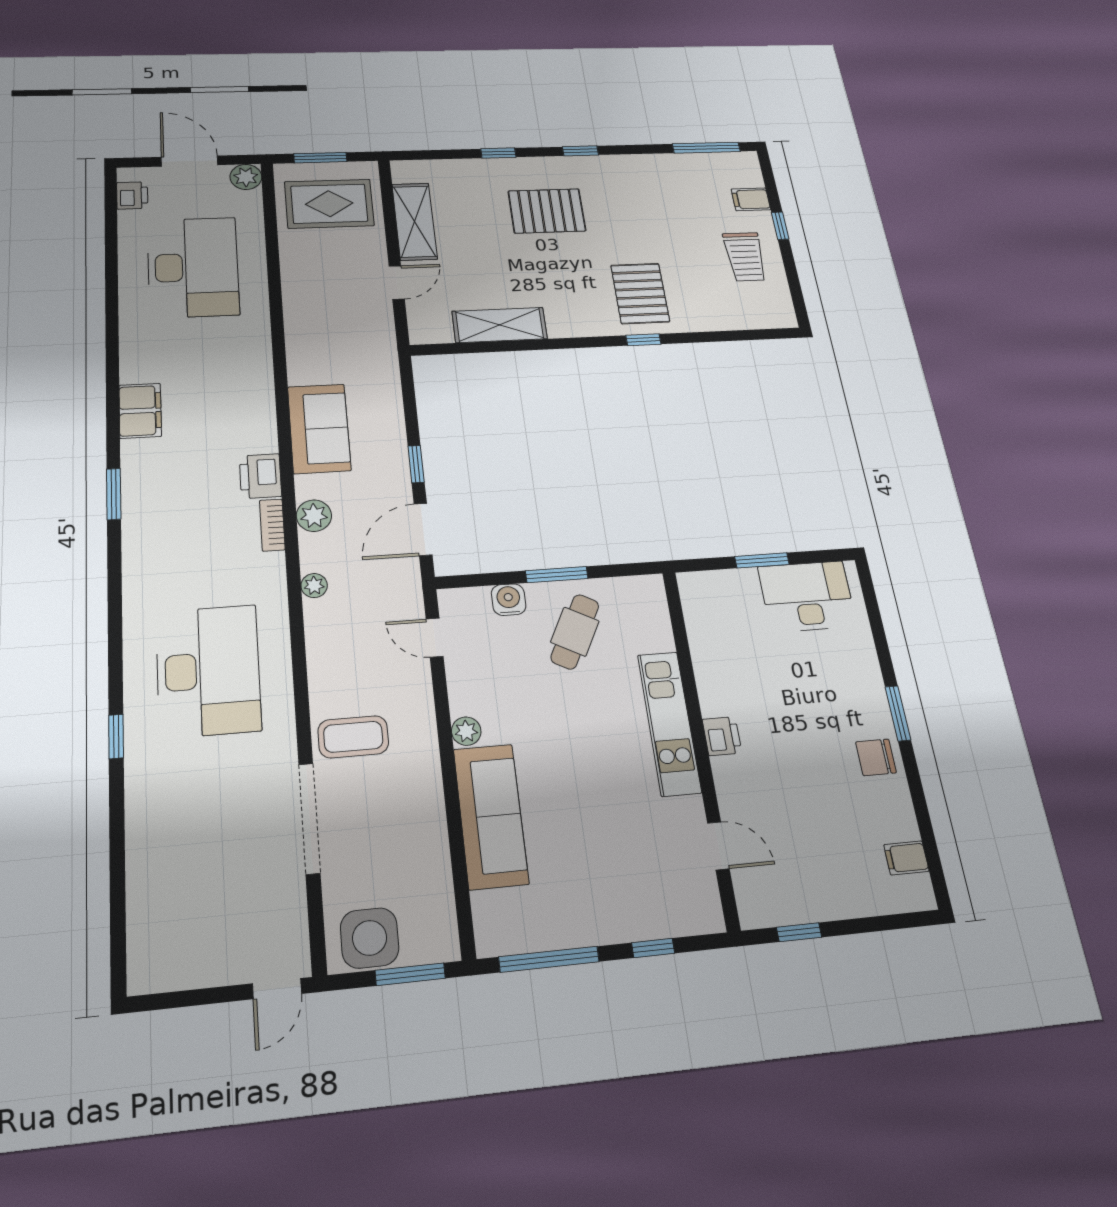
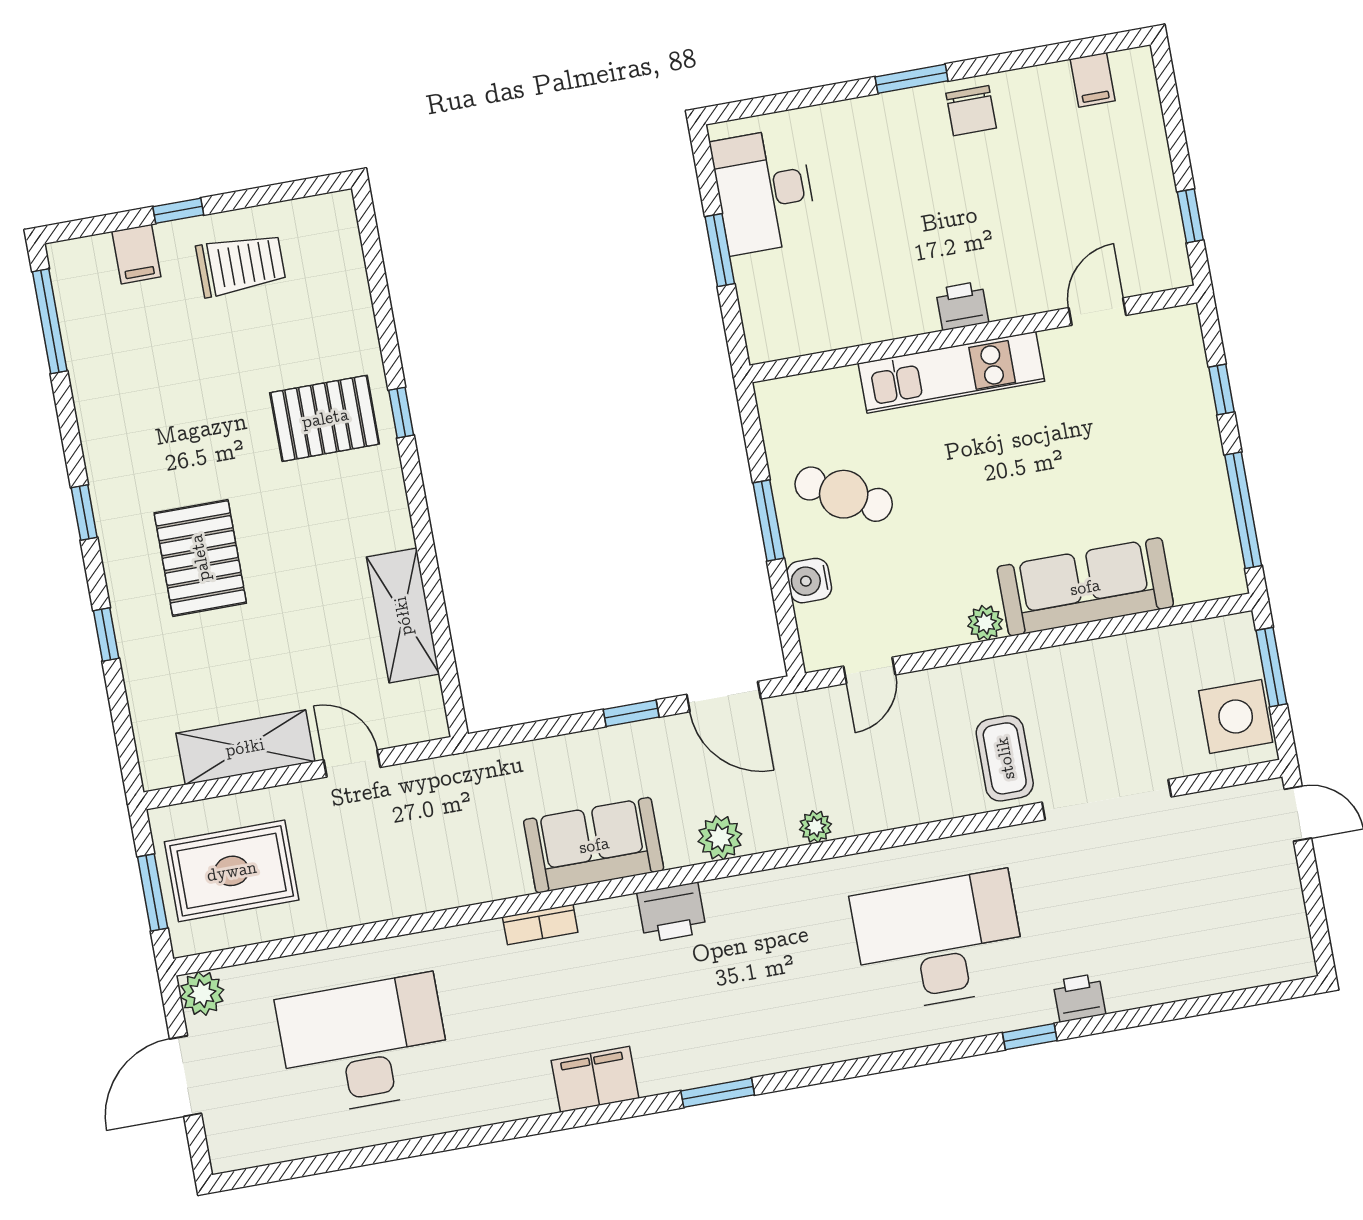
printer: (132, 195) -> (1079, 998), moved
rug: (329, 204) -> (232, 871), turned 90
bookcase: (272, 525) -> (540, 925), moved

